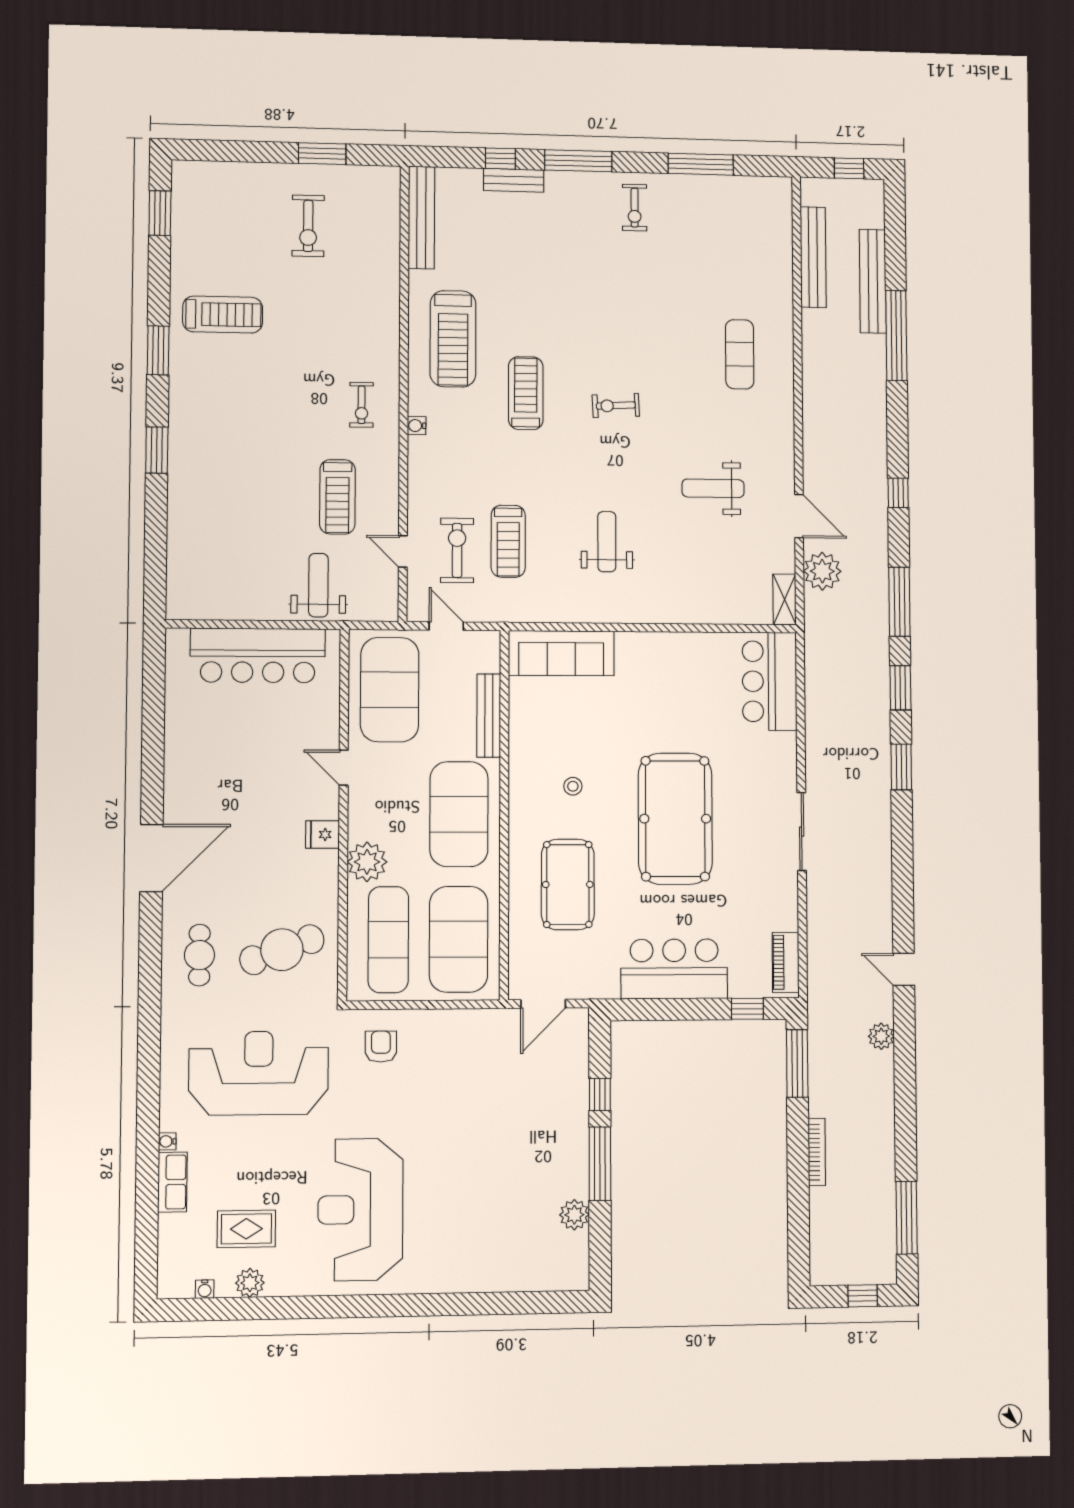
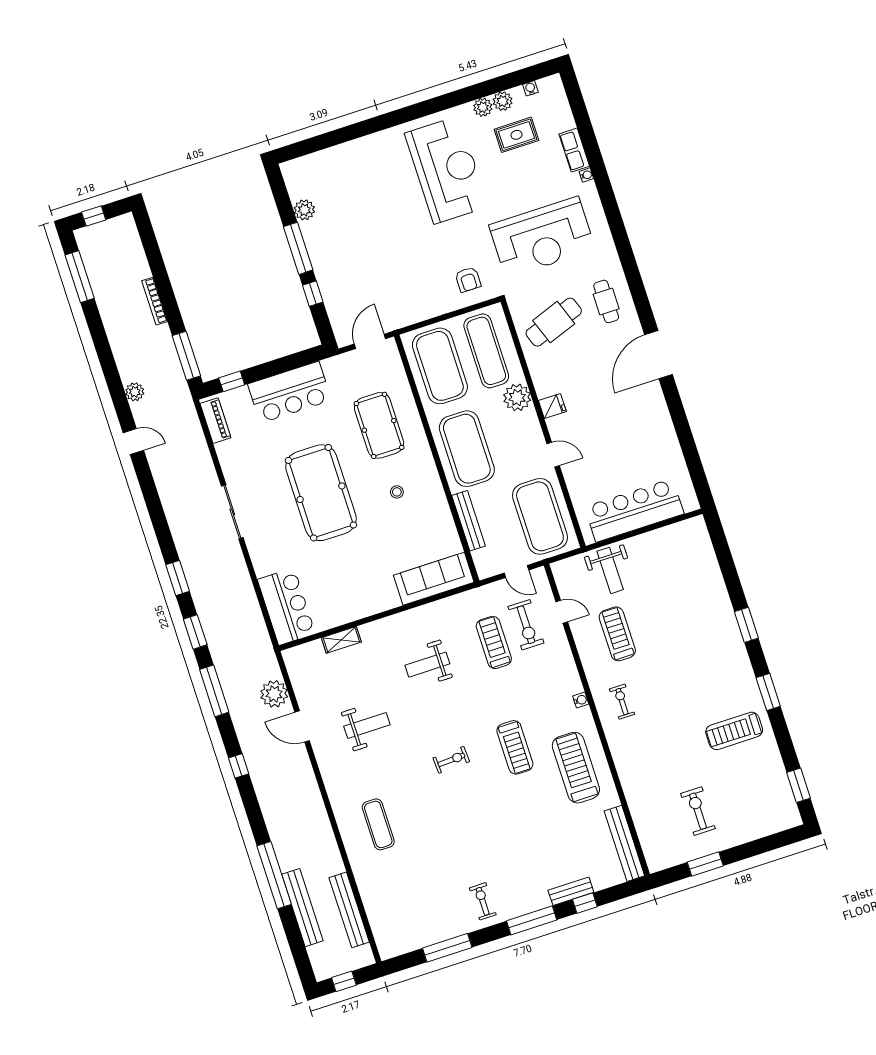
weight bench: (607, 542) -> (427, 665), turned 90
shelving: (784, 599) -> (341, 640), moved, turned 90
plant: (281, 1283) -> (483, 107), added

